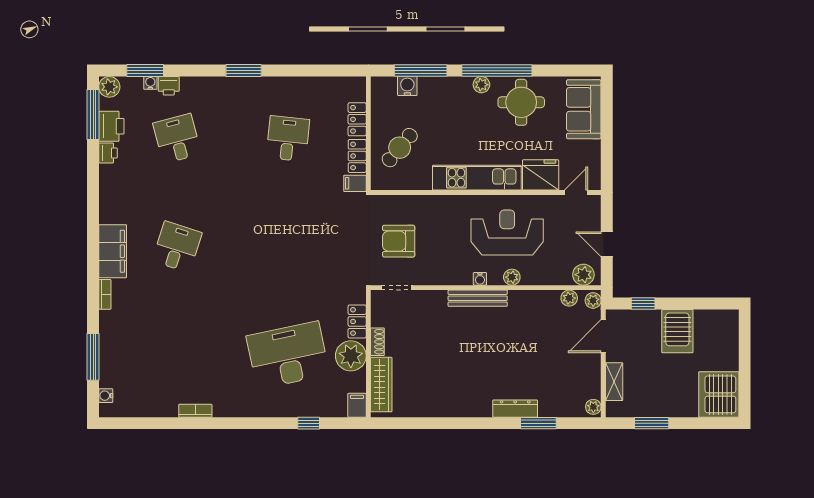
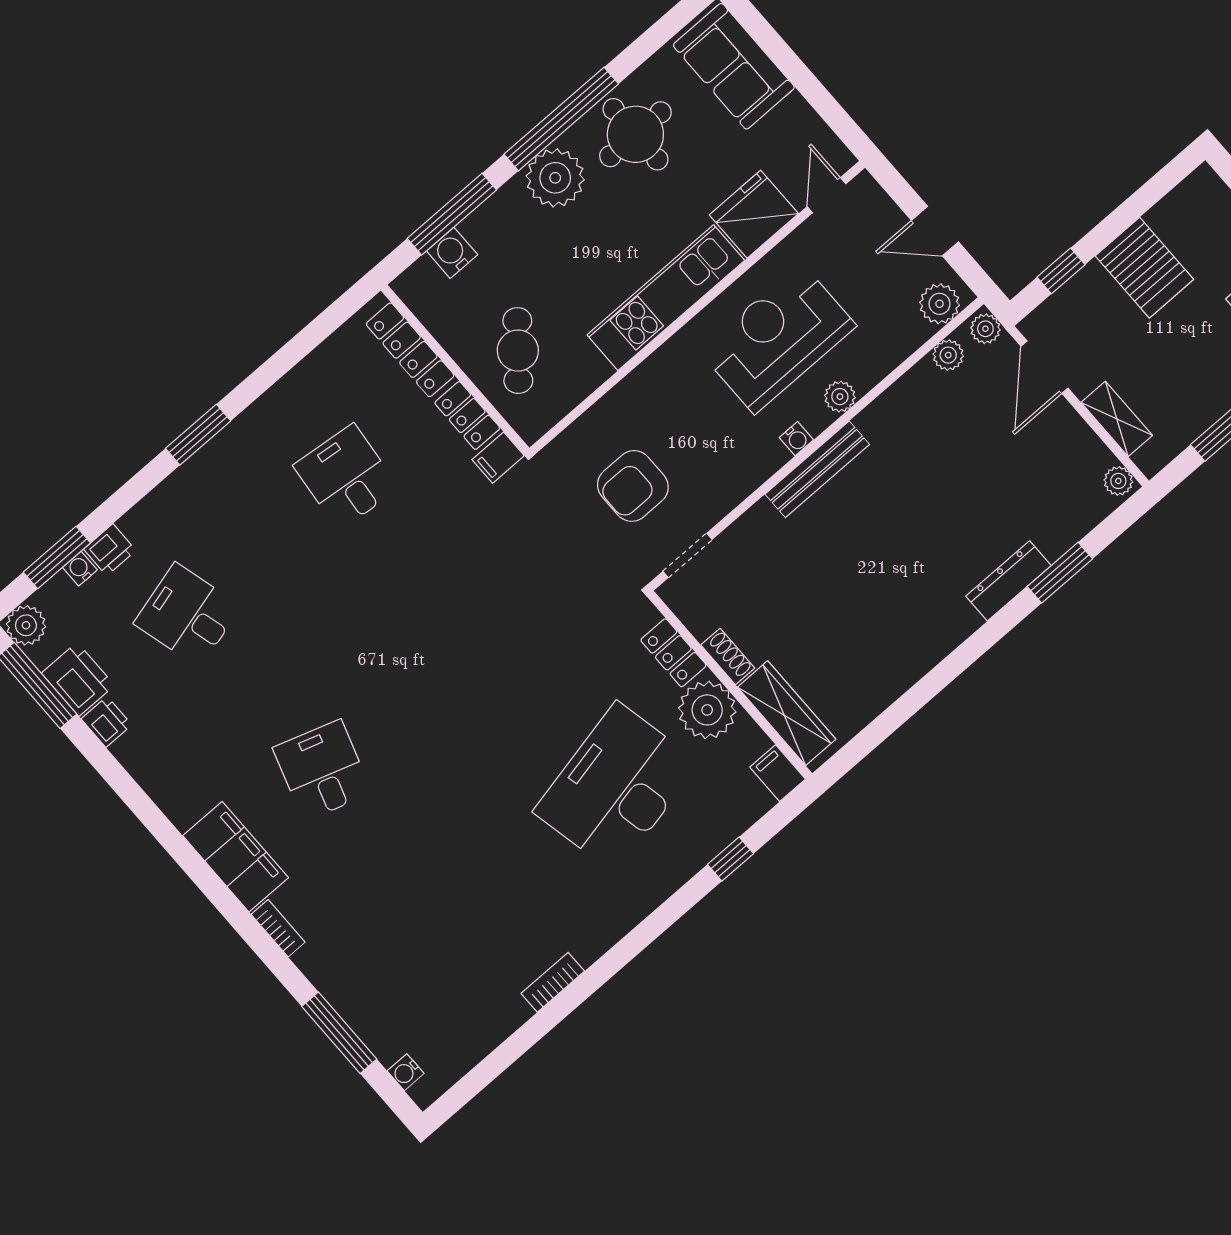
plant: (481, 85) -> (555, 178), width x1.88, depth x1.88
locker: (357, 119) -> (410, 350), width x1.53

